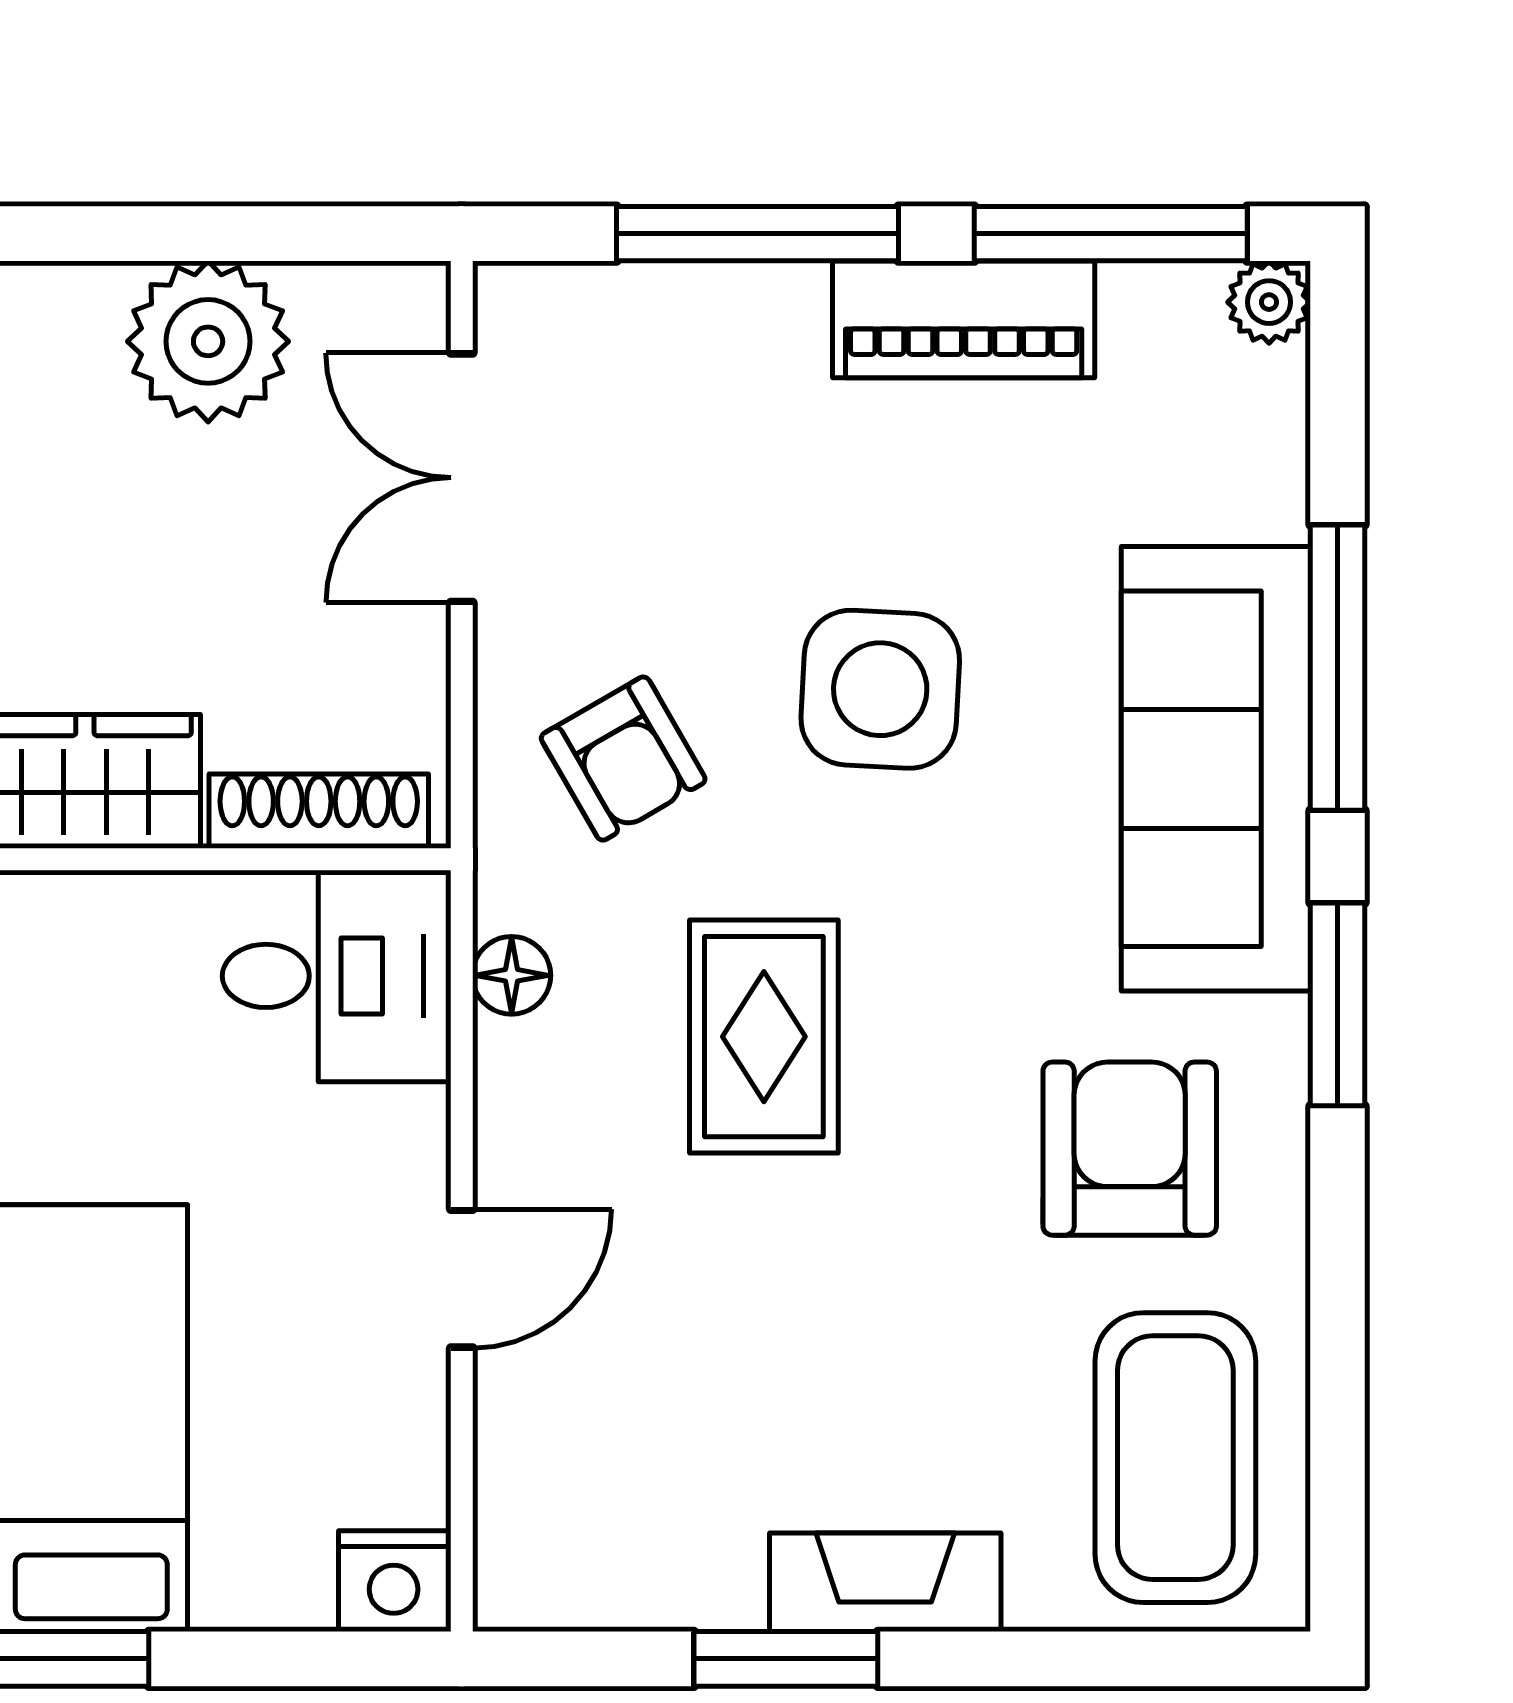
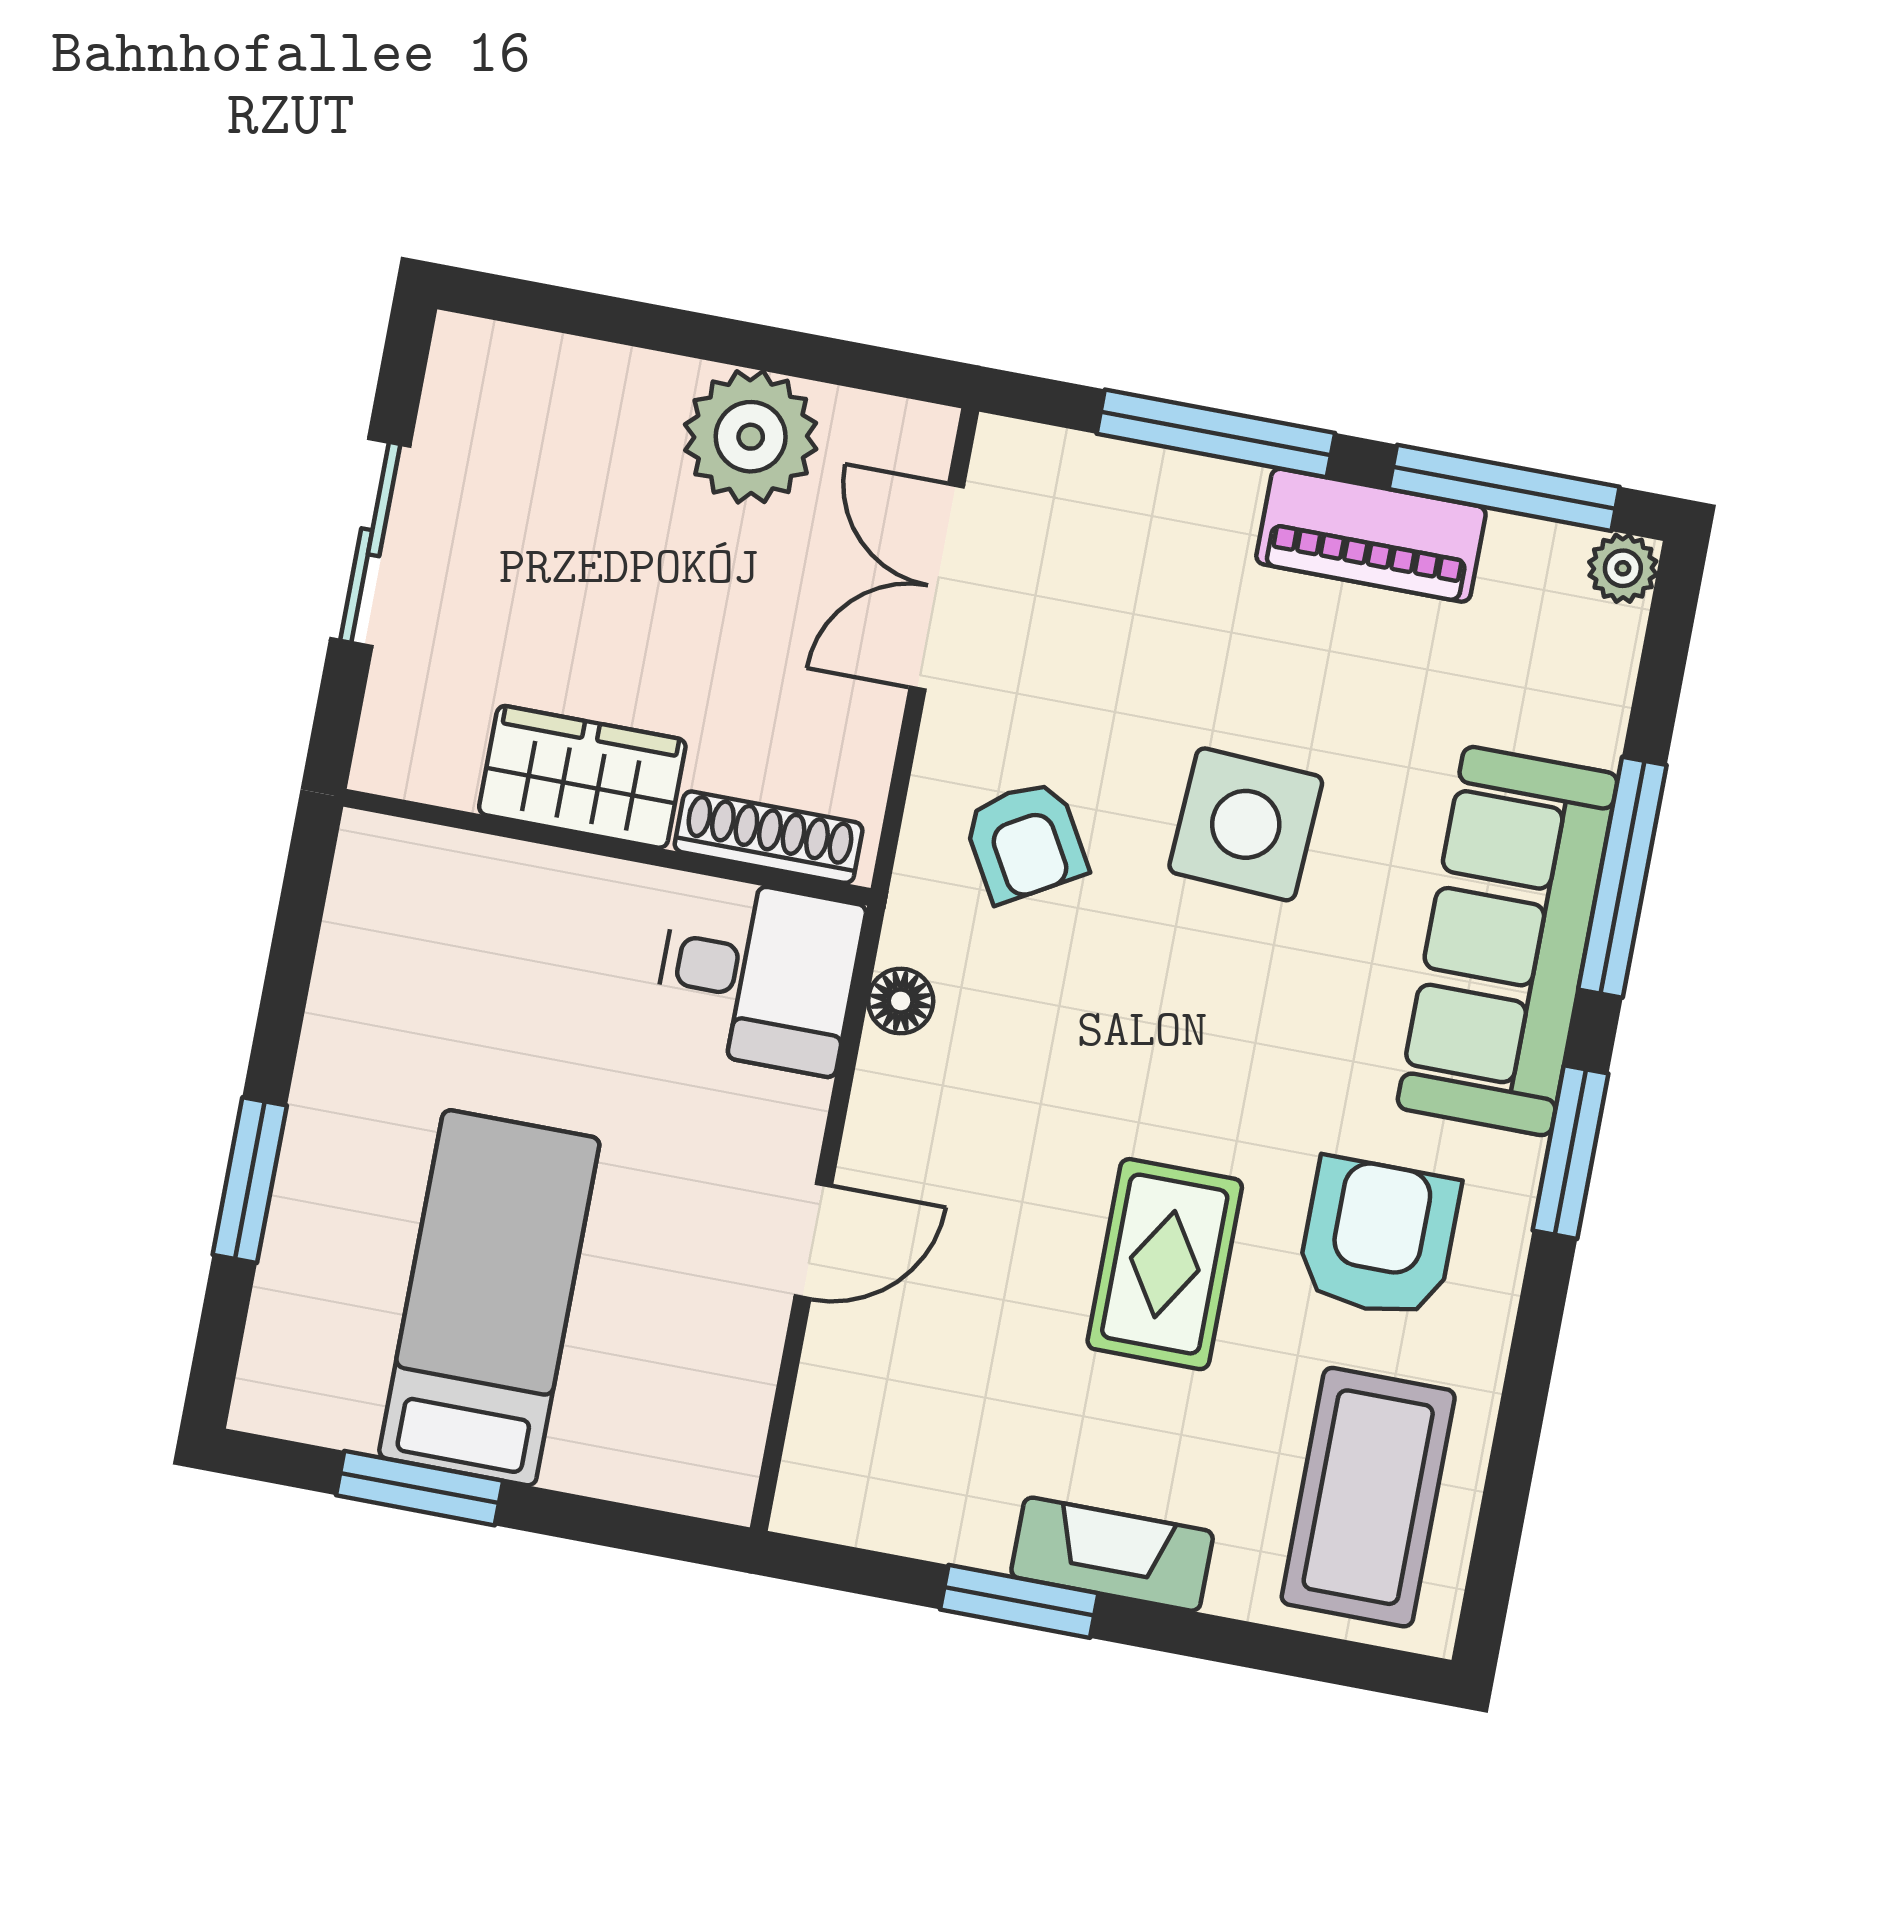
rug: (764, 1037) -> (1165, 1264), moved
nightstand: (394, 1581) -> (711, 1477), removed

